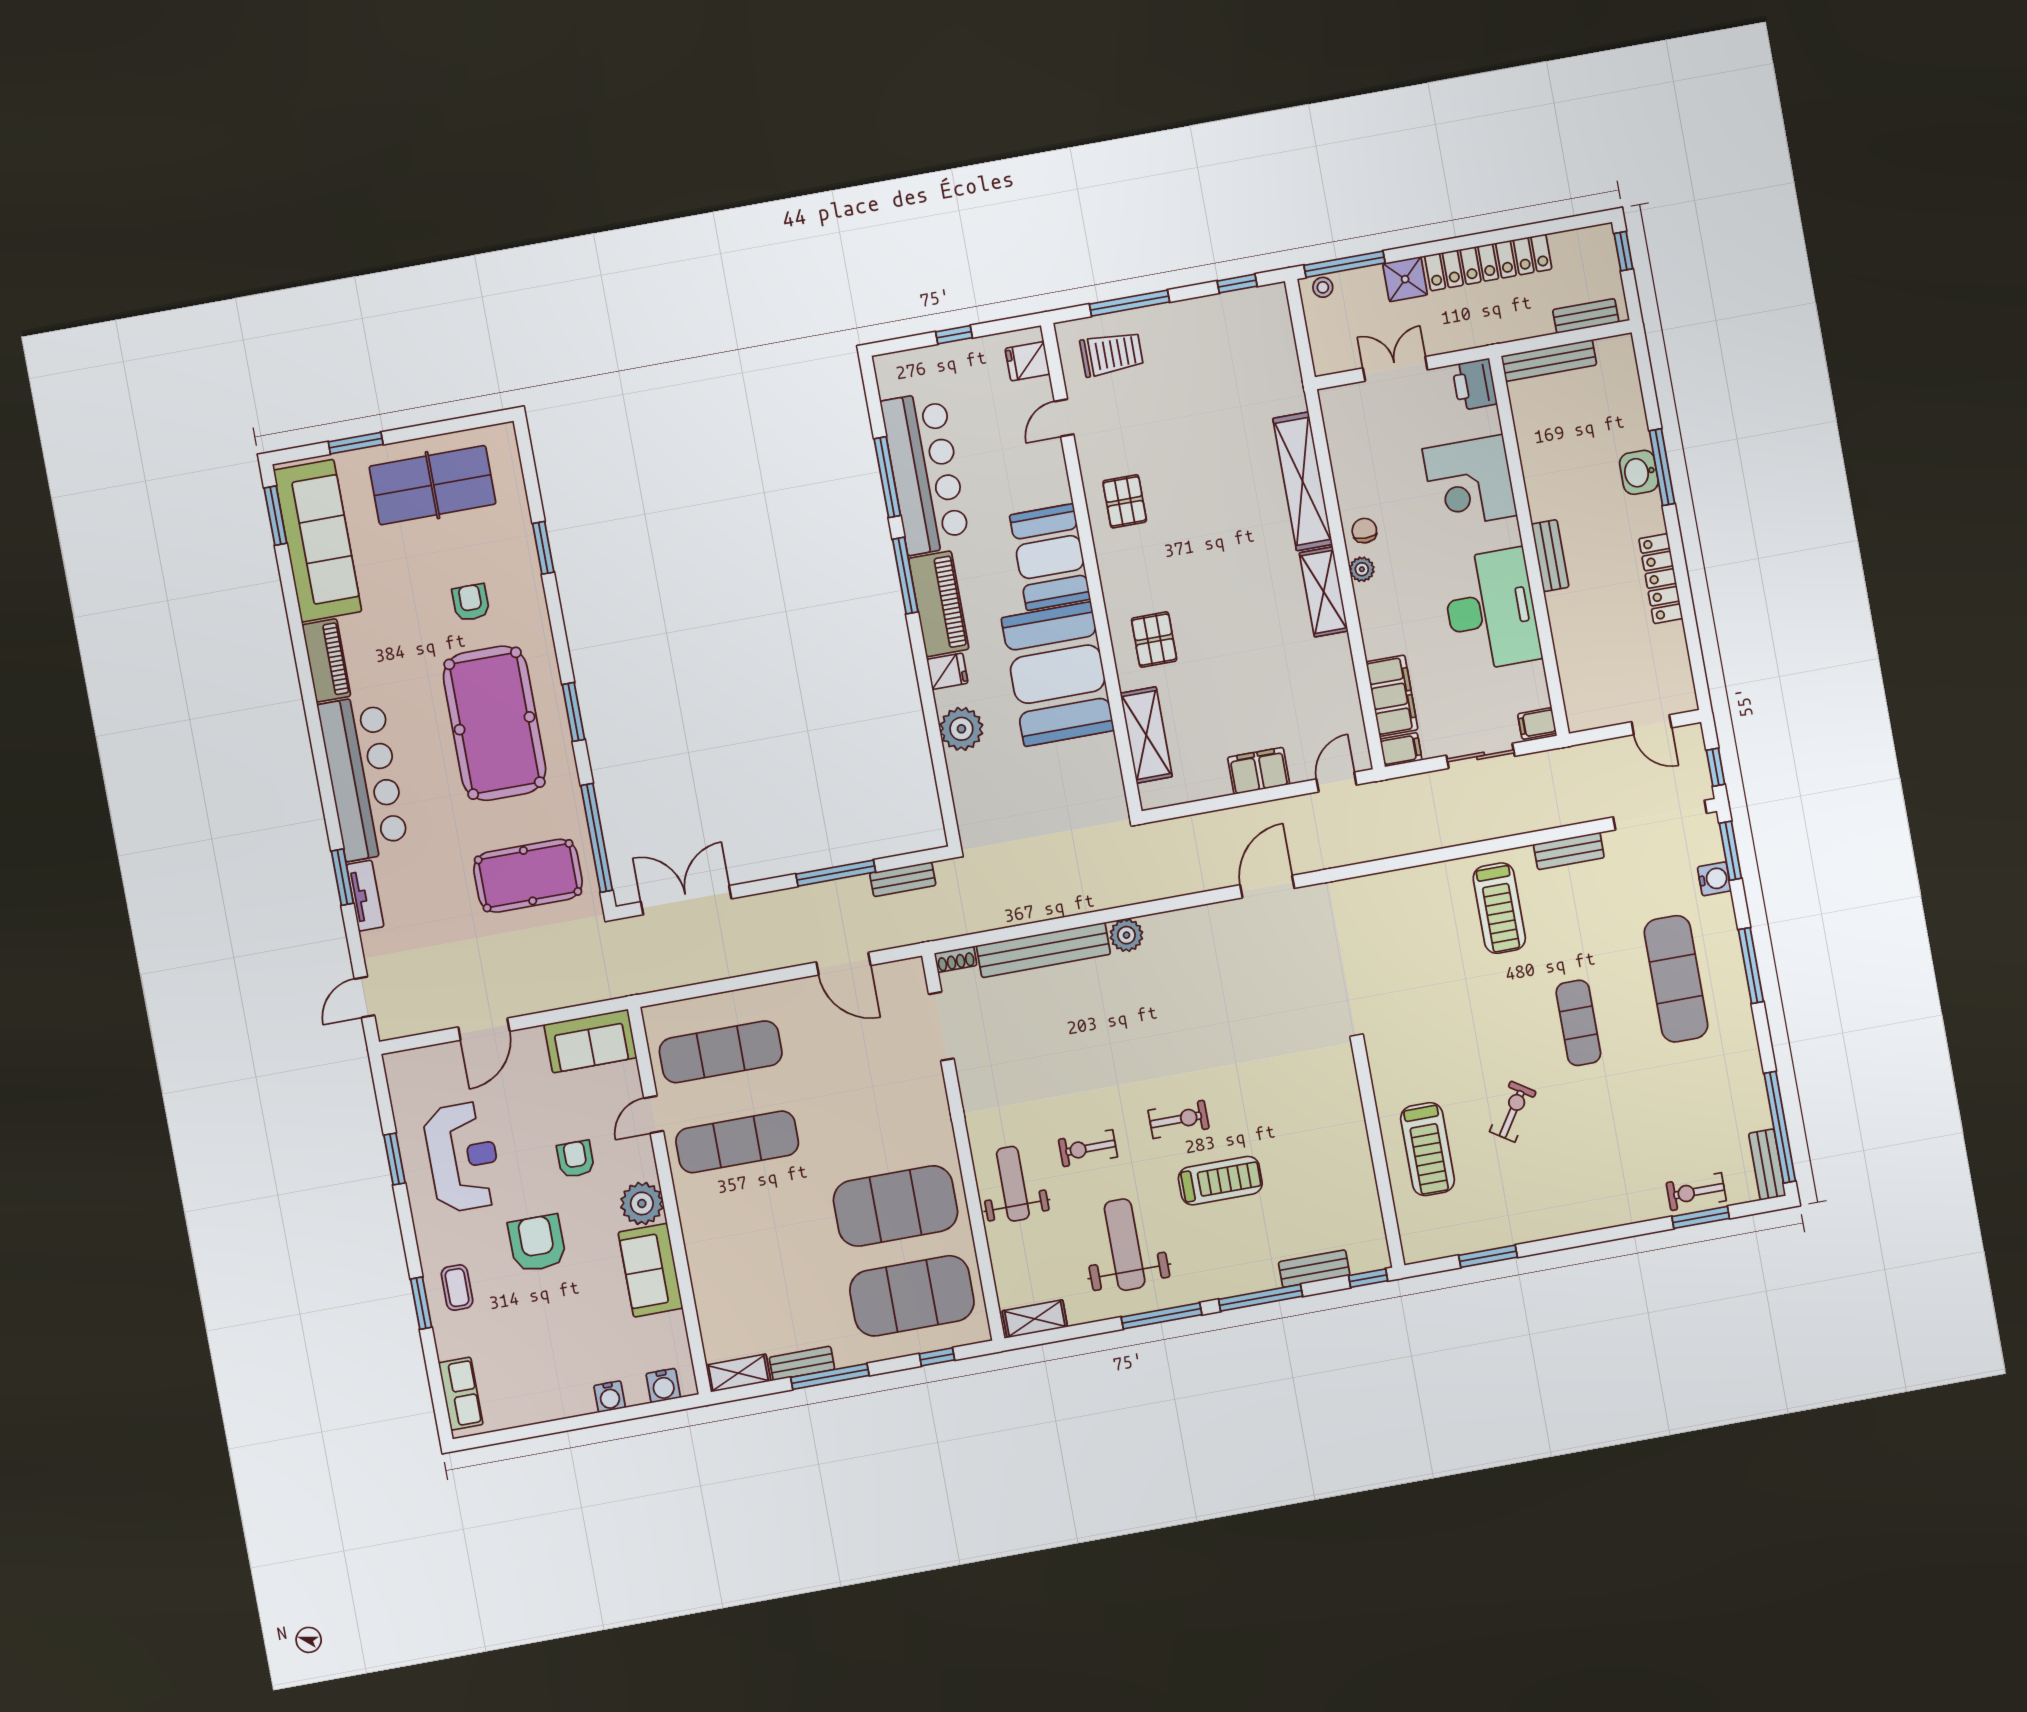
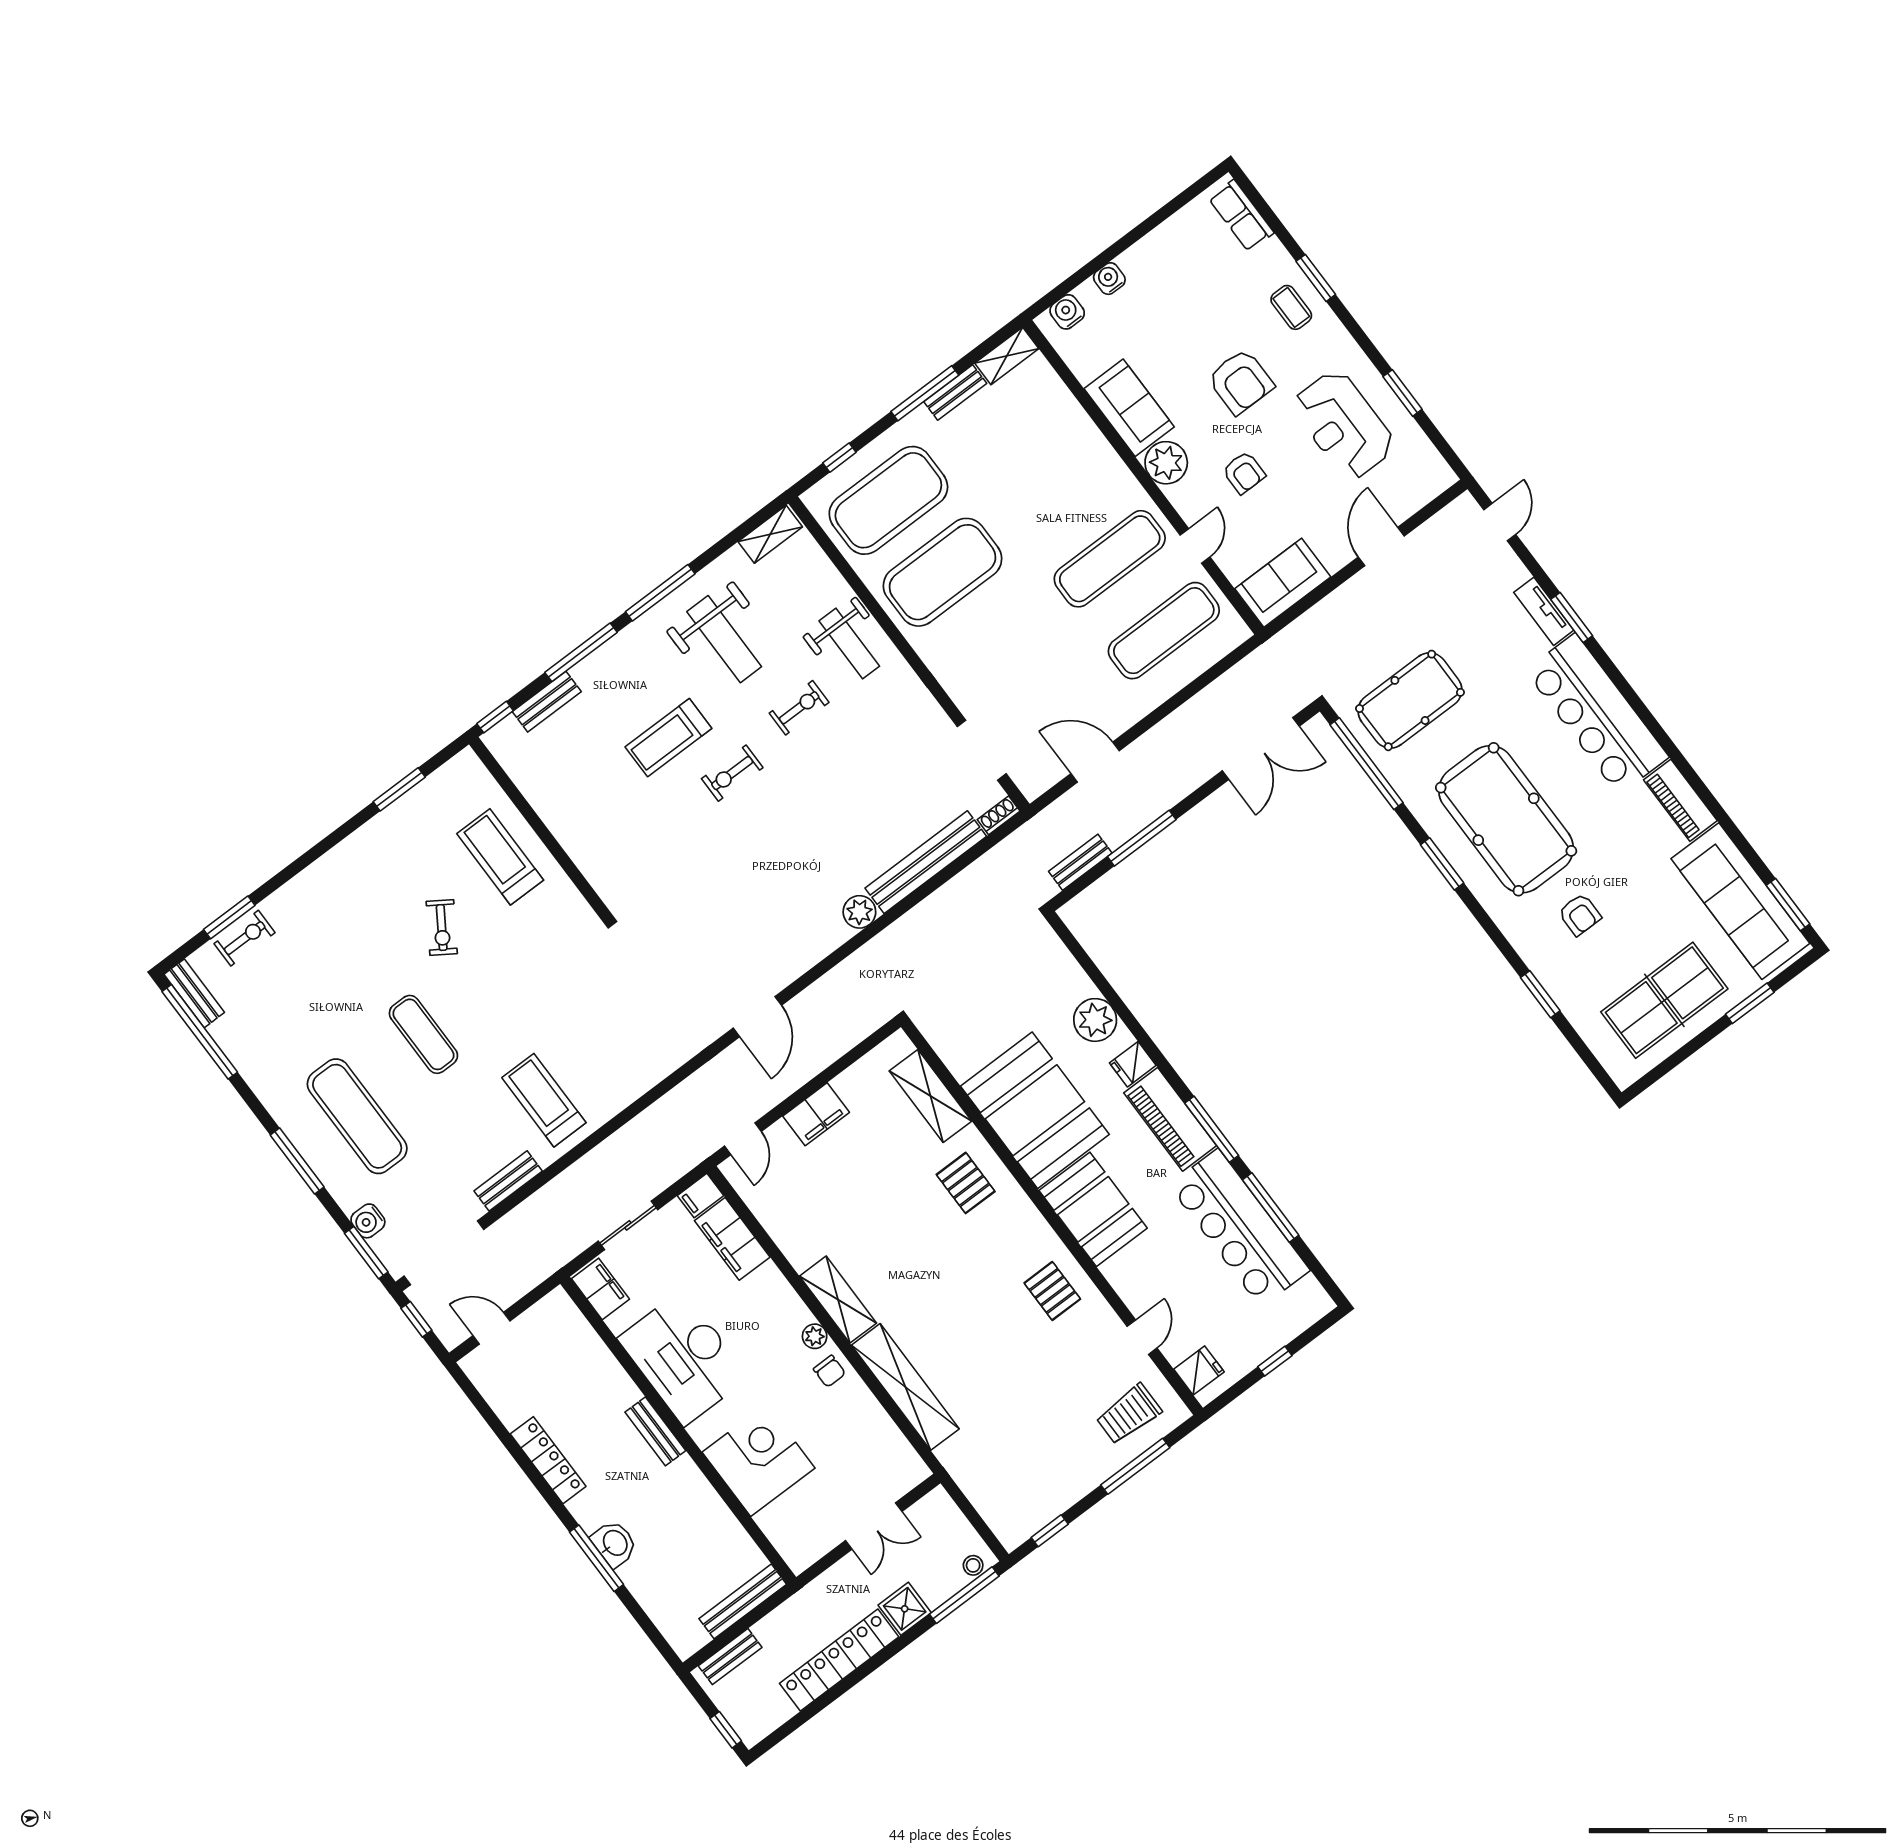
printer: (1474, 384) -> (797, 1548), removed
filing cabinet: (1537, 723) -> (600, 1289), width x2.00

